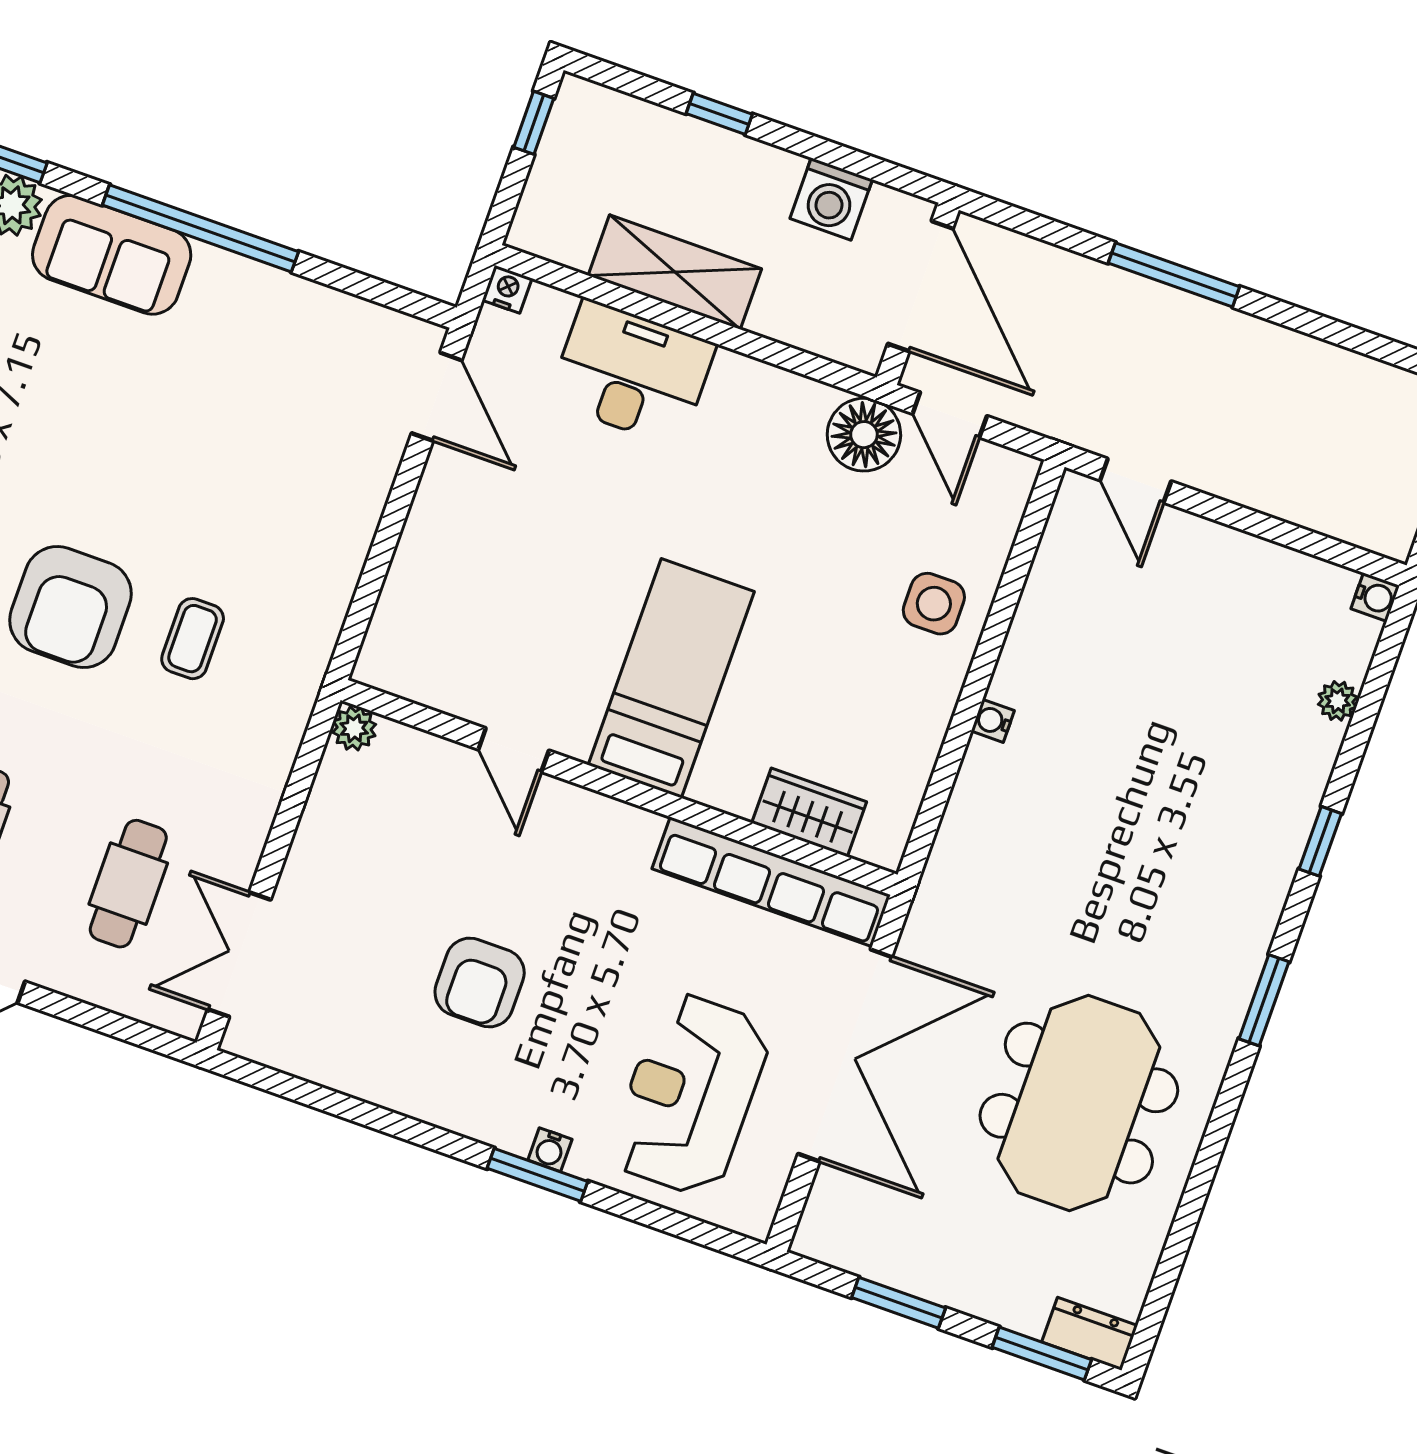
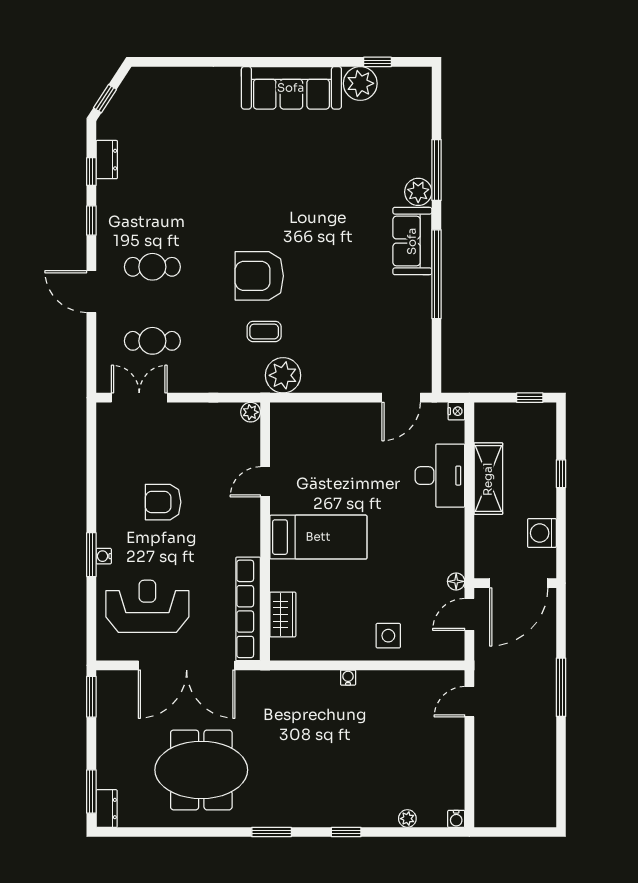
floor lamp: (864, 435) -> (456, 581), width x0.53, depth x0.53
plant: (300, 631) -> (283, 375), added
window: (899, 1303) -> (91, 697), moved

